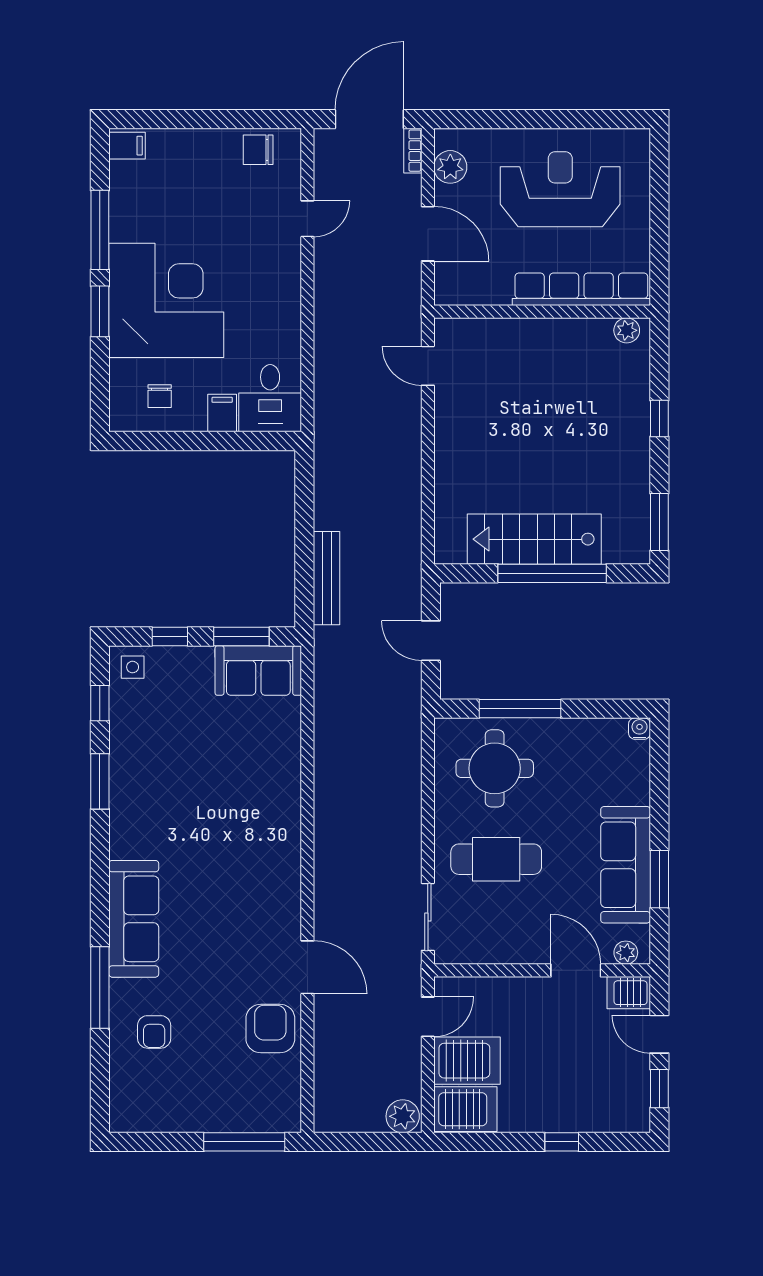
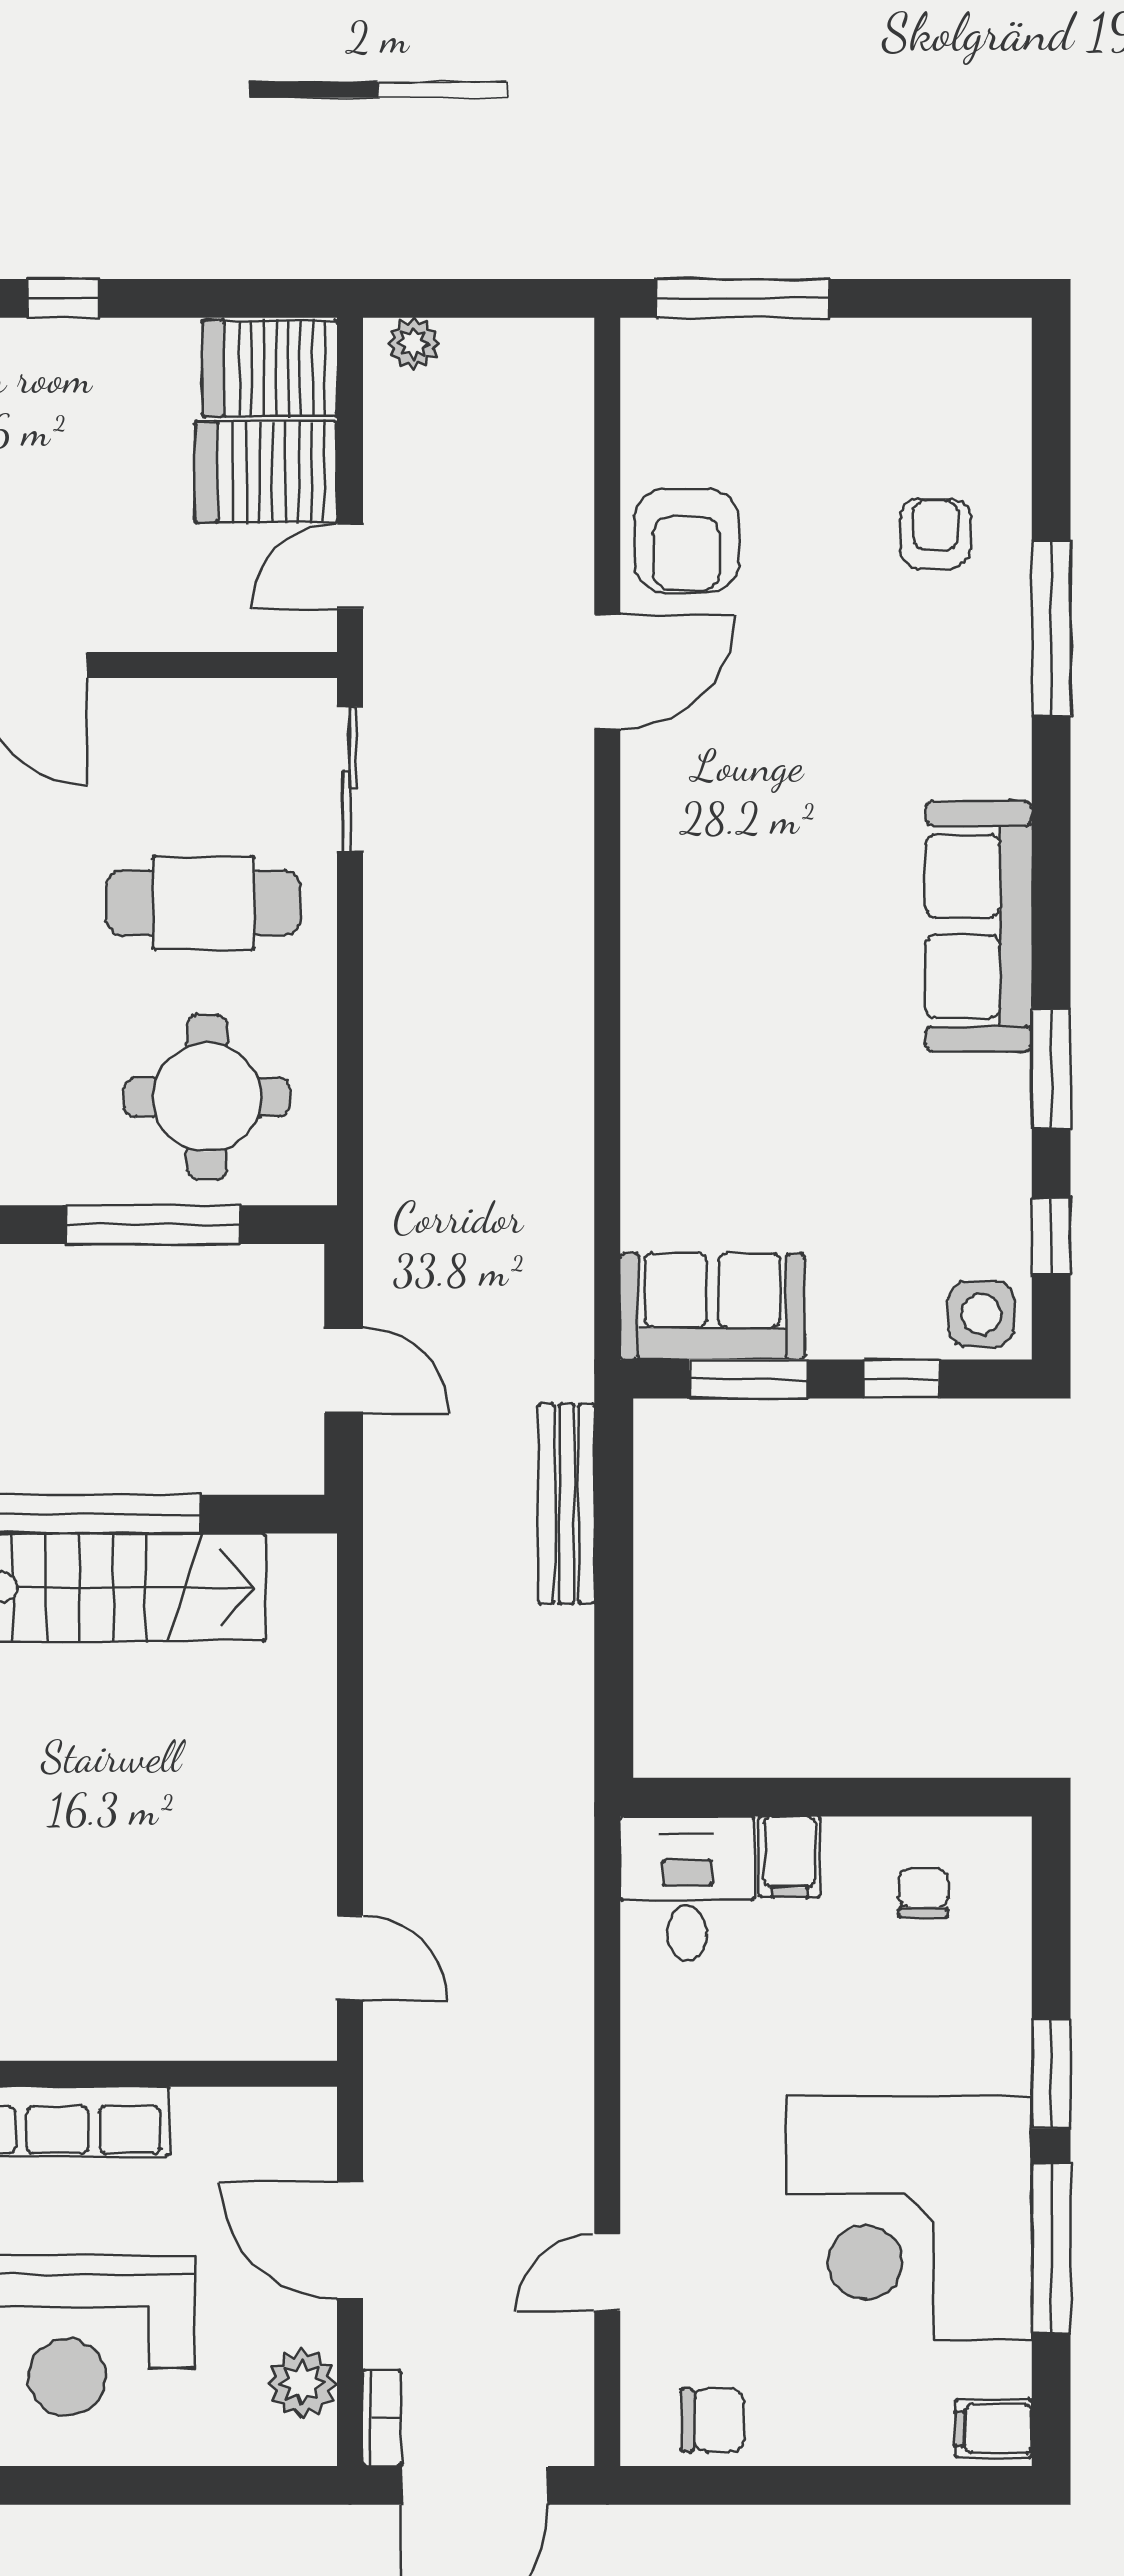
corner desk: (166, 300) -> (909, 2218), moved
side table: (133, 667) -> (981, 1314), width x1.37, depth x1.37
sofa: (134, 919) -> (979, 926), moved
door: (307, 967) -> (607, 672), swing flipped
plant: (403, 1116) -> (413, 343), width x0.73, depth x0.73

